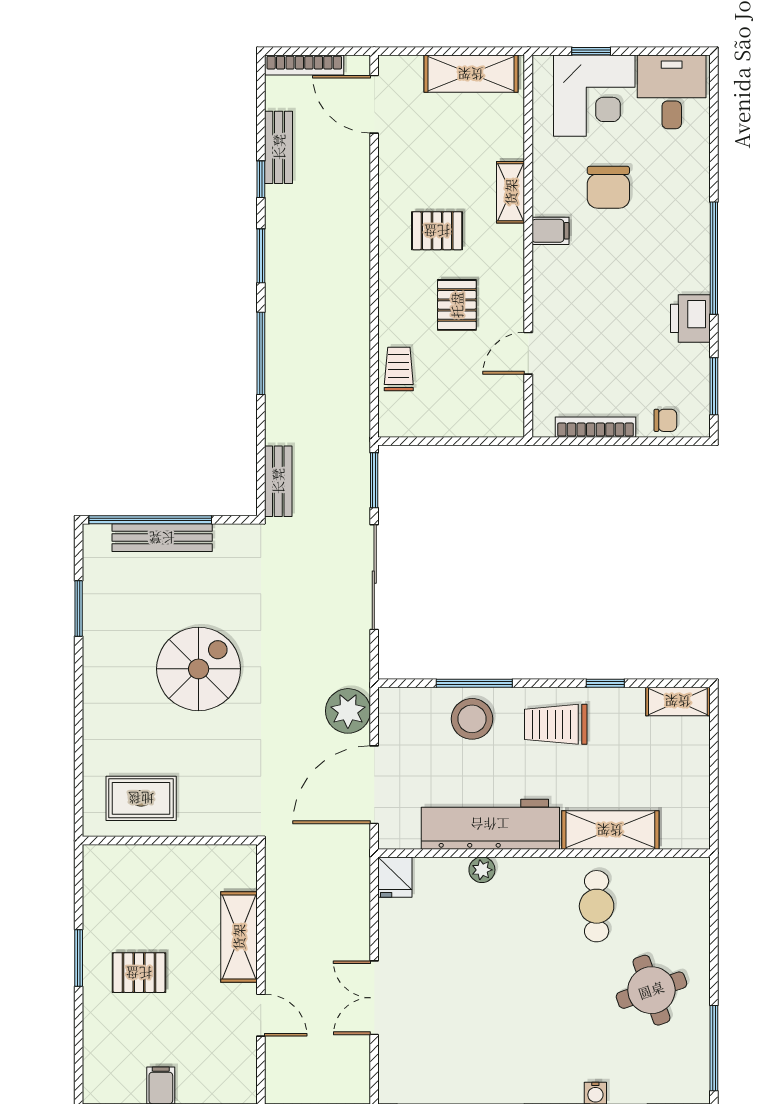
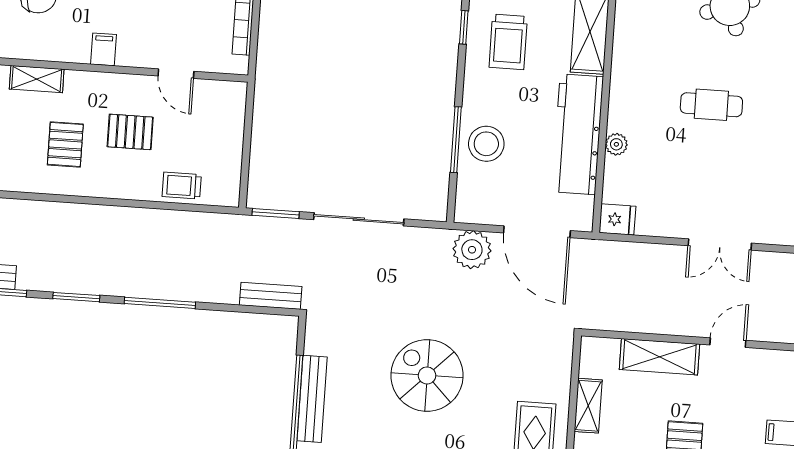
filing cabinet: (550, 231) -> (103, 49), moved
trolley: (556, 724) -> (508, 42), moved
shelving: (177, 858) -> (588, 406), added
cafe table: (597, 906) -> (711, 105), moved

